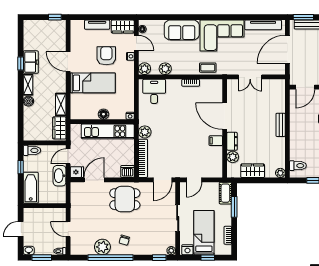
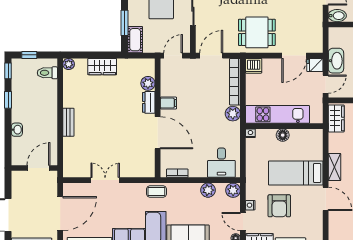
shelving: (61, 105) -> (334, 167), moved
door: (225, 116) -> (158, 133), moved
wall: (225, 128) -> (158, 118), moved
filing cabinet: (216, 141) -> (168, 103), moved
dresser: (232, 141) -> (149, 102), moved
plant: (233, 157) -> (148, 83), moved
bidet: (58, 213) -> (337, 16), added

